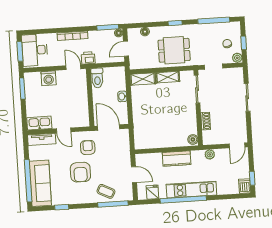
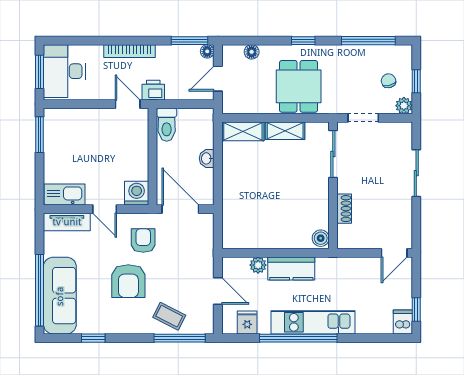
dining table: (174, 50) -> (299, 86), turned 90
washing machine: (49, 78) -> (137, 193), moved, turned 180
plant: (210, 154) -> (258, 265), moved

